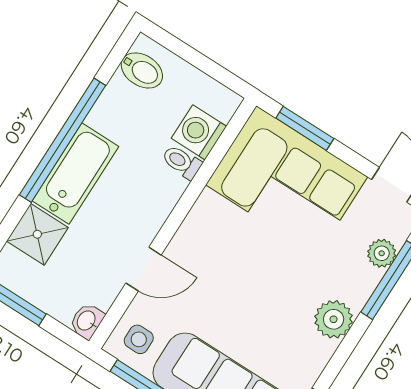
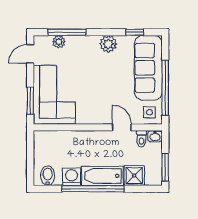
washing machine: (199, 132) -> (71, 177), moved, turned 180
toilet: (182, 162) -> (141, 139), moved
plant: (334, 319) -> (108, 44), moved

